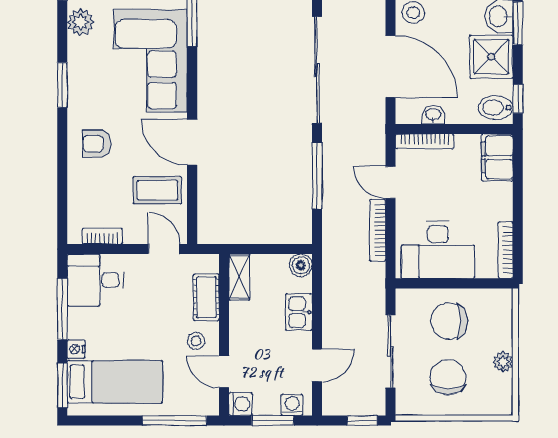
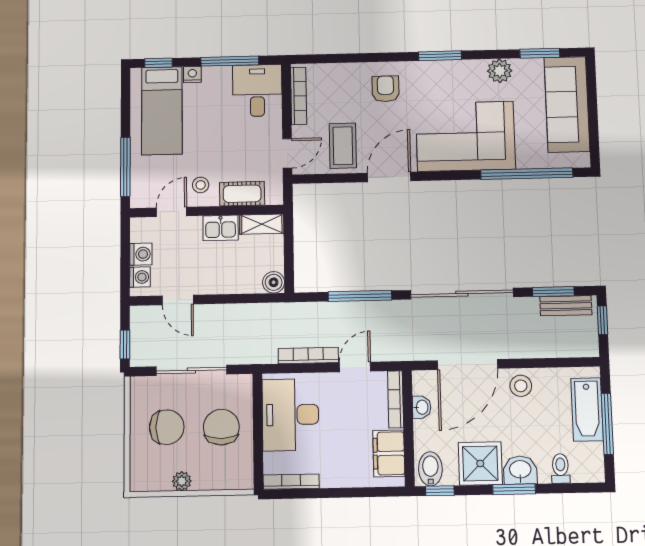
filing cabinet: (497, 158) -> (389, 453), moved, turned -90
bookcase: (102, 236) -> (299, 96), width x1.56
kitchen sink: (299, 312) -> (221, 228), moved, turned 180
window: (62, 385) -> (158, 63), width x0.67
washing machine: (240, 404) -> (141, 254), moved, turned -90
window: (273, 420) -> (125, 259), removed

